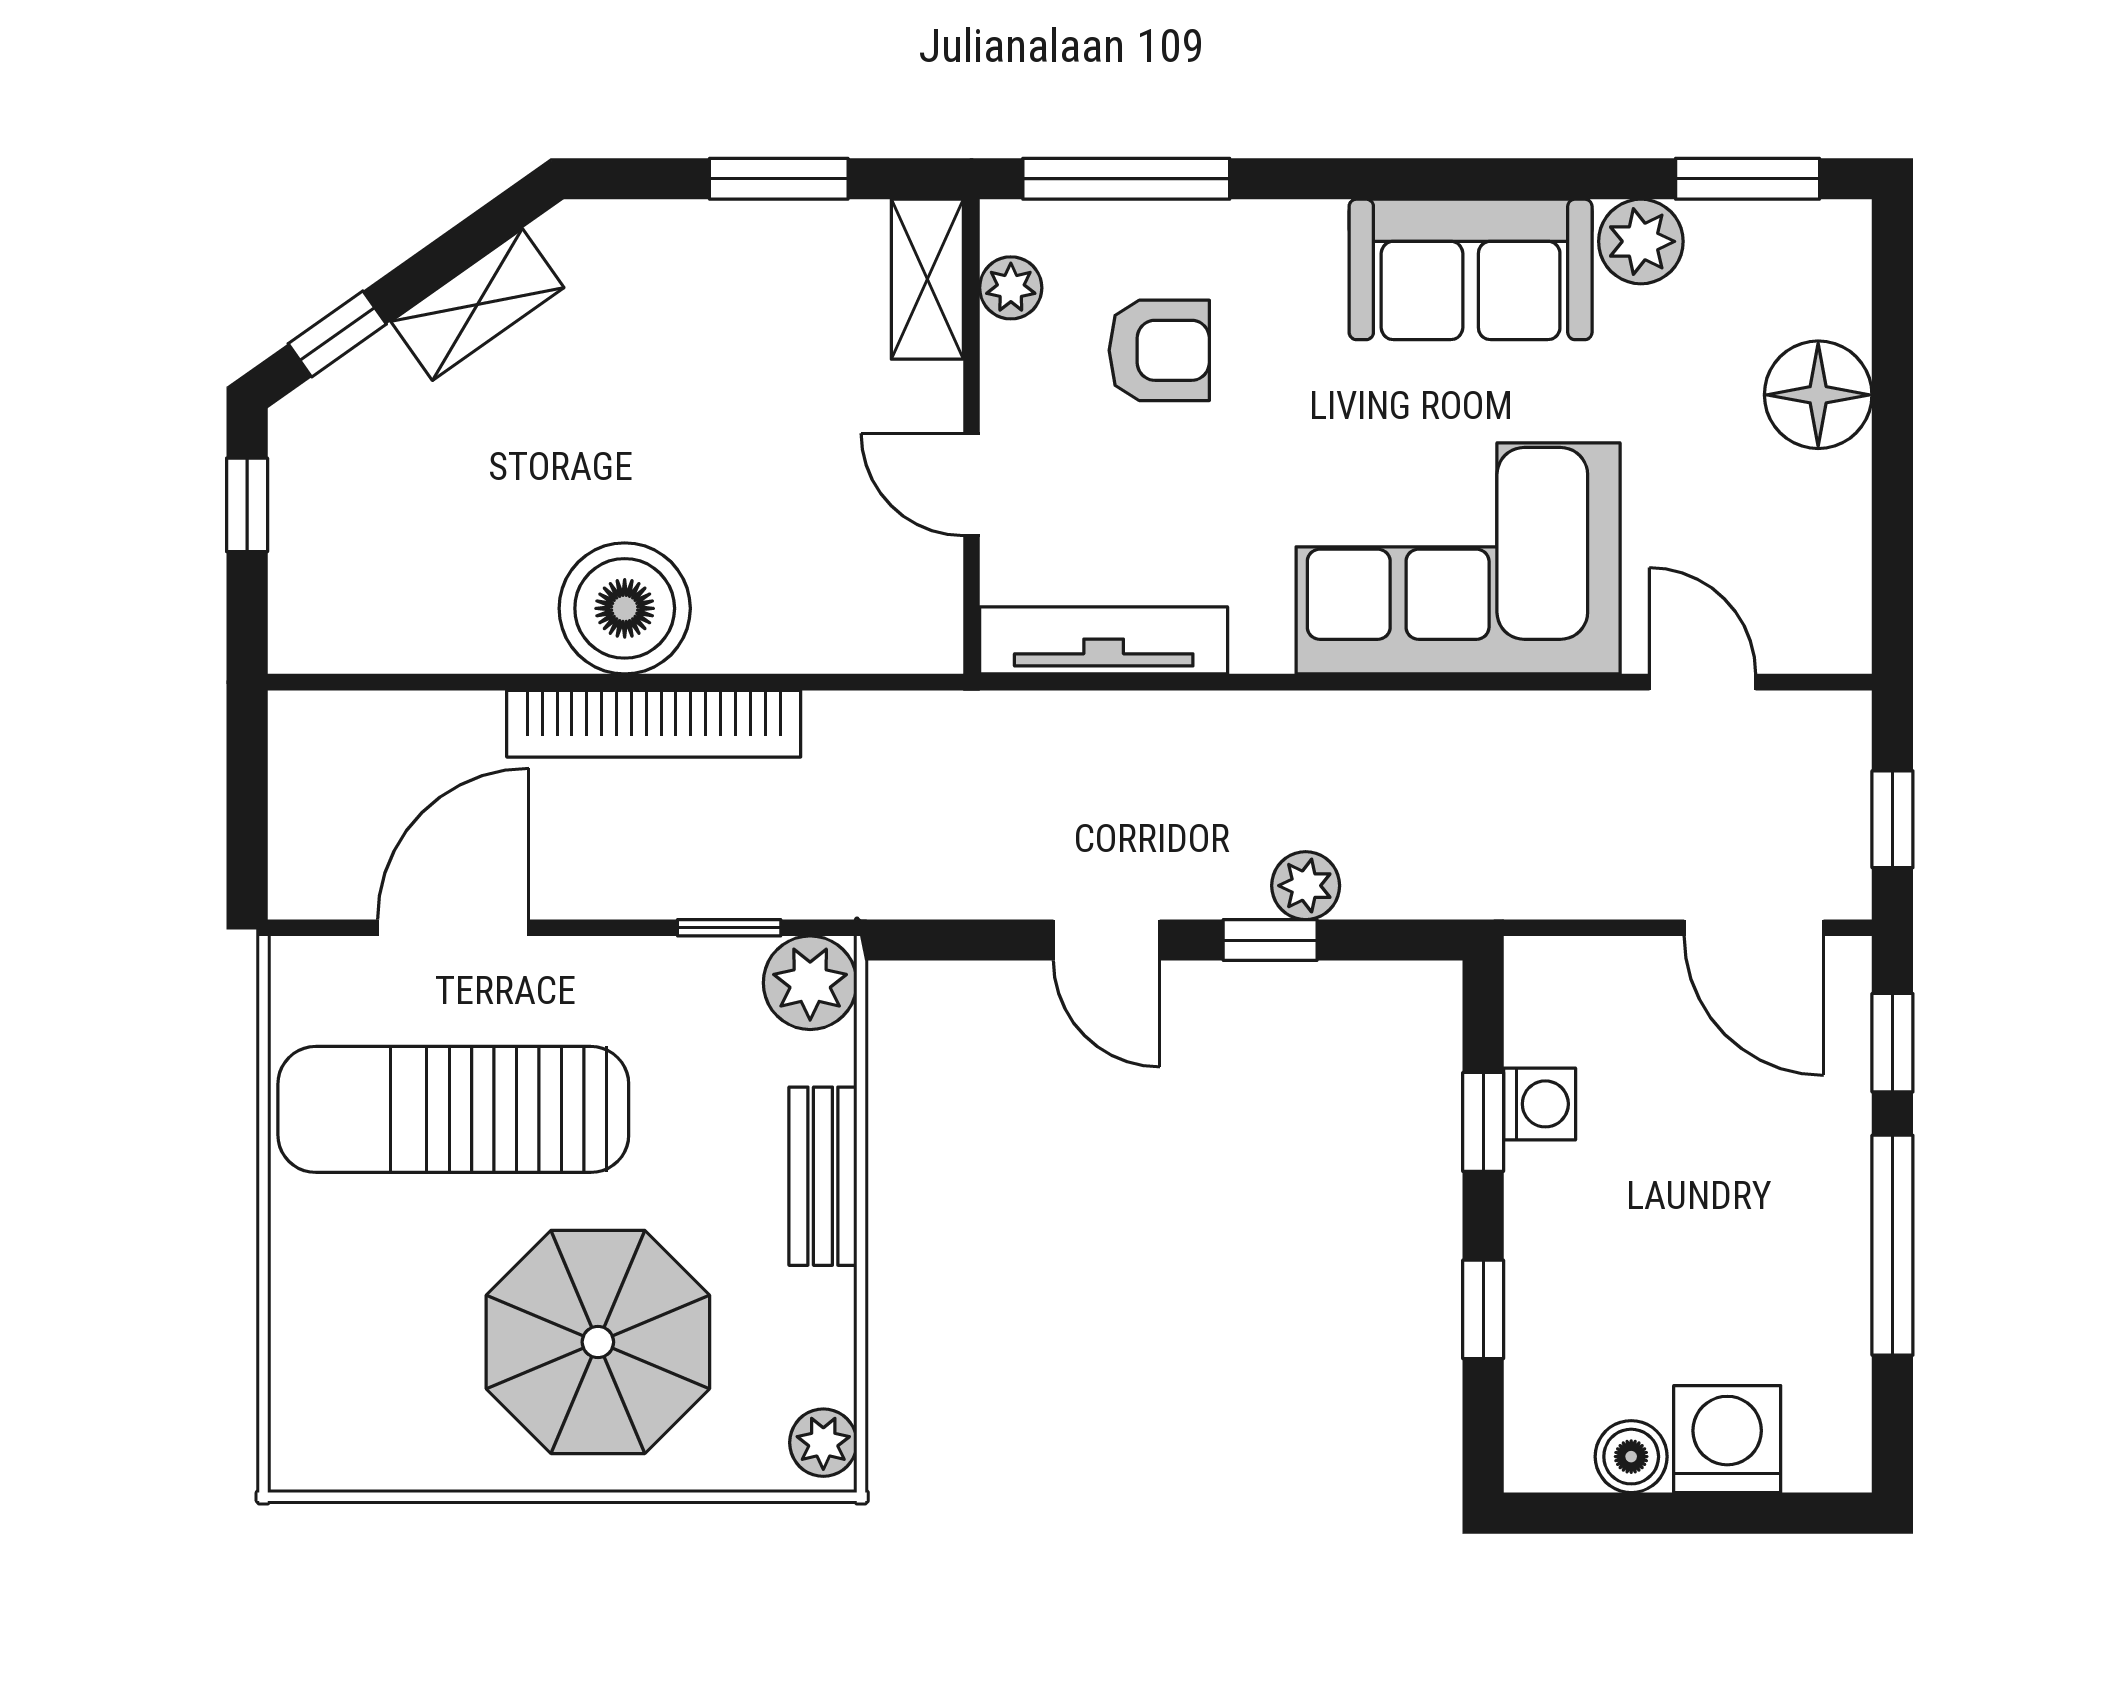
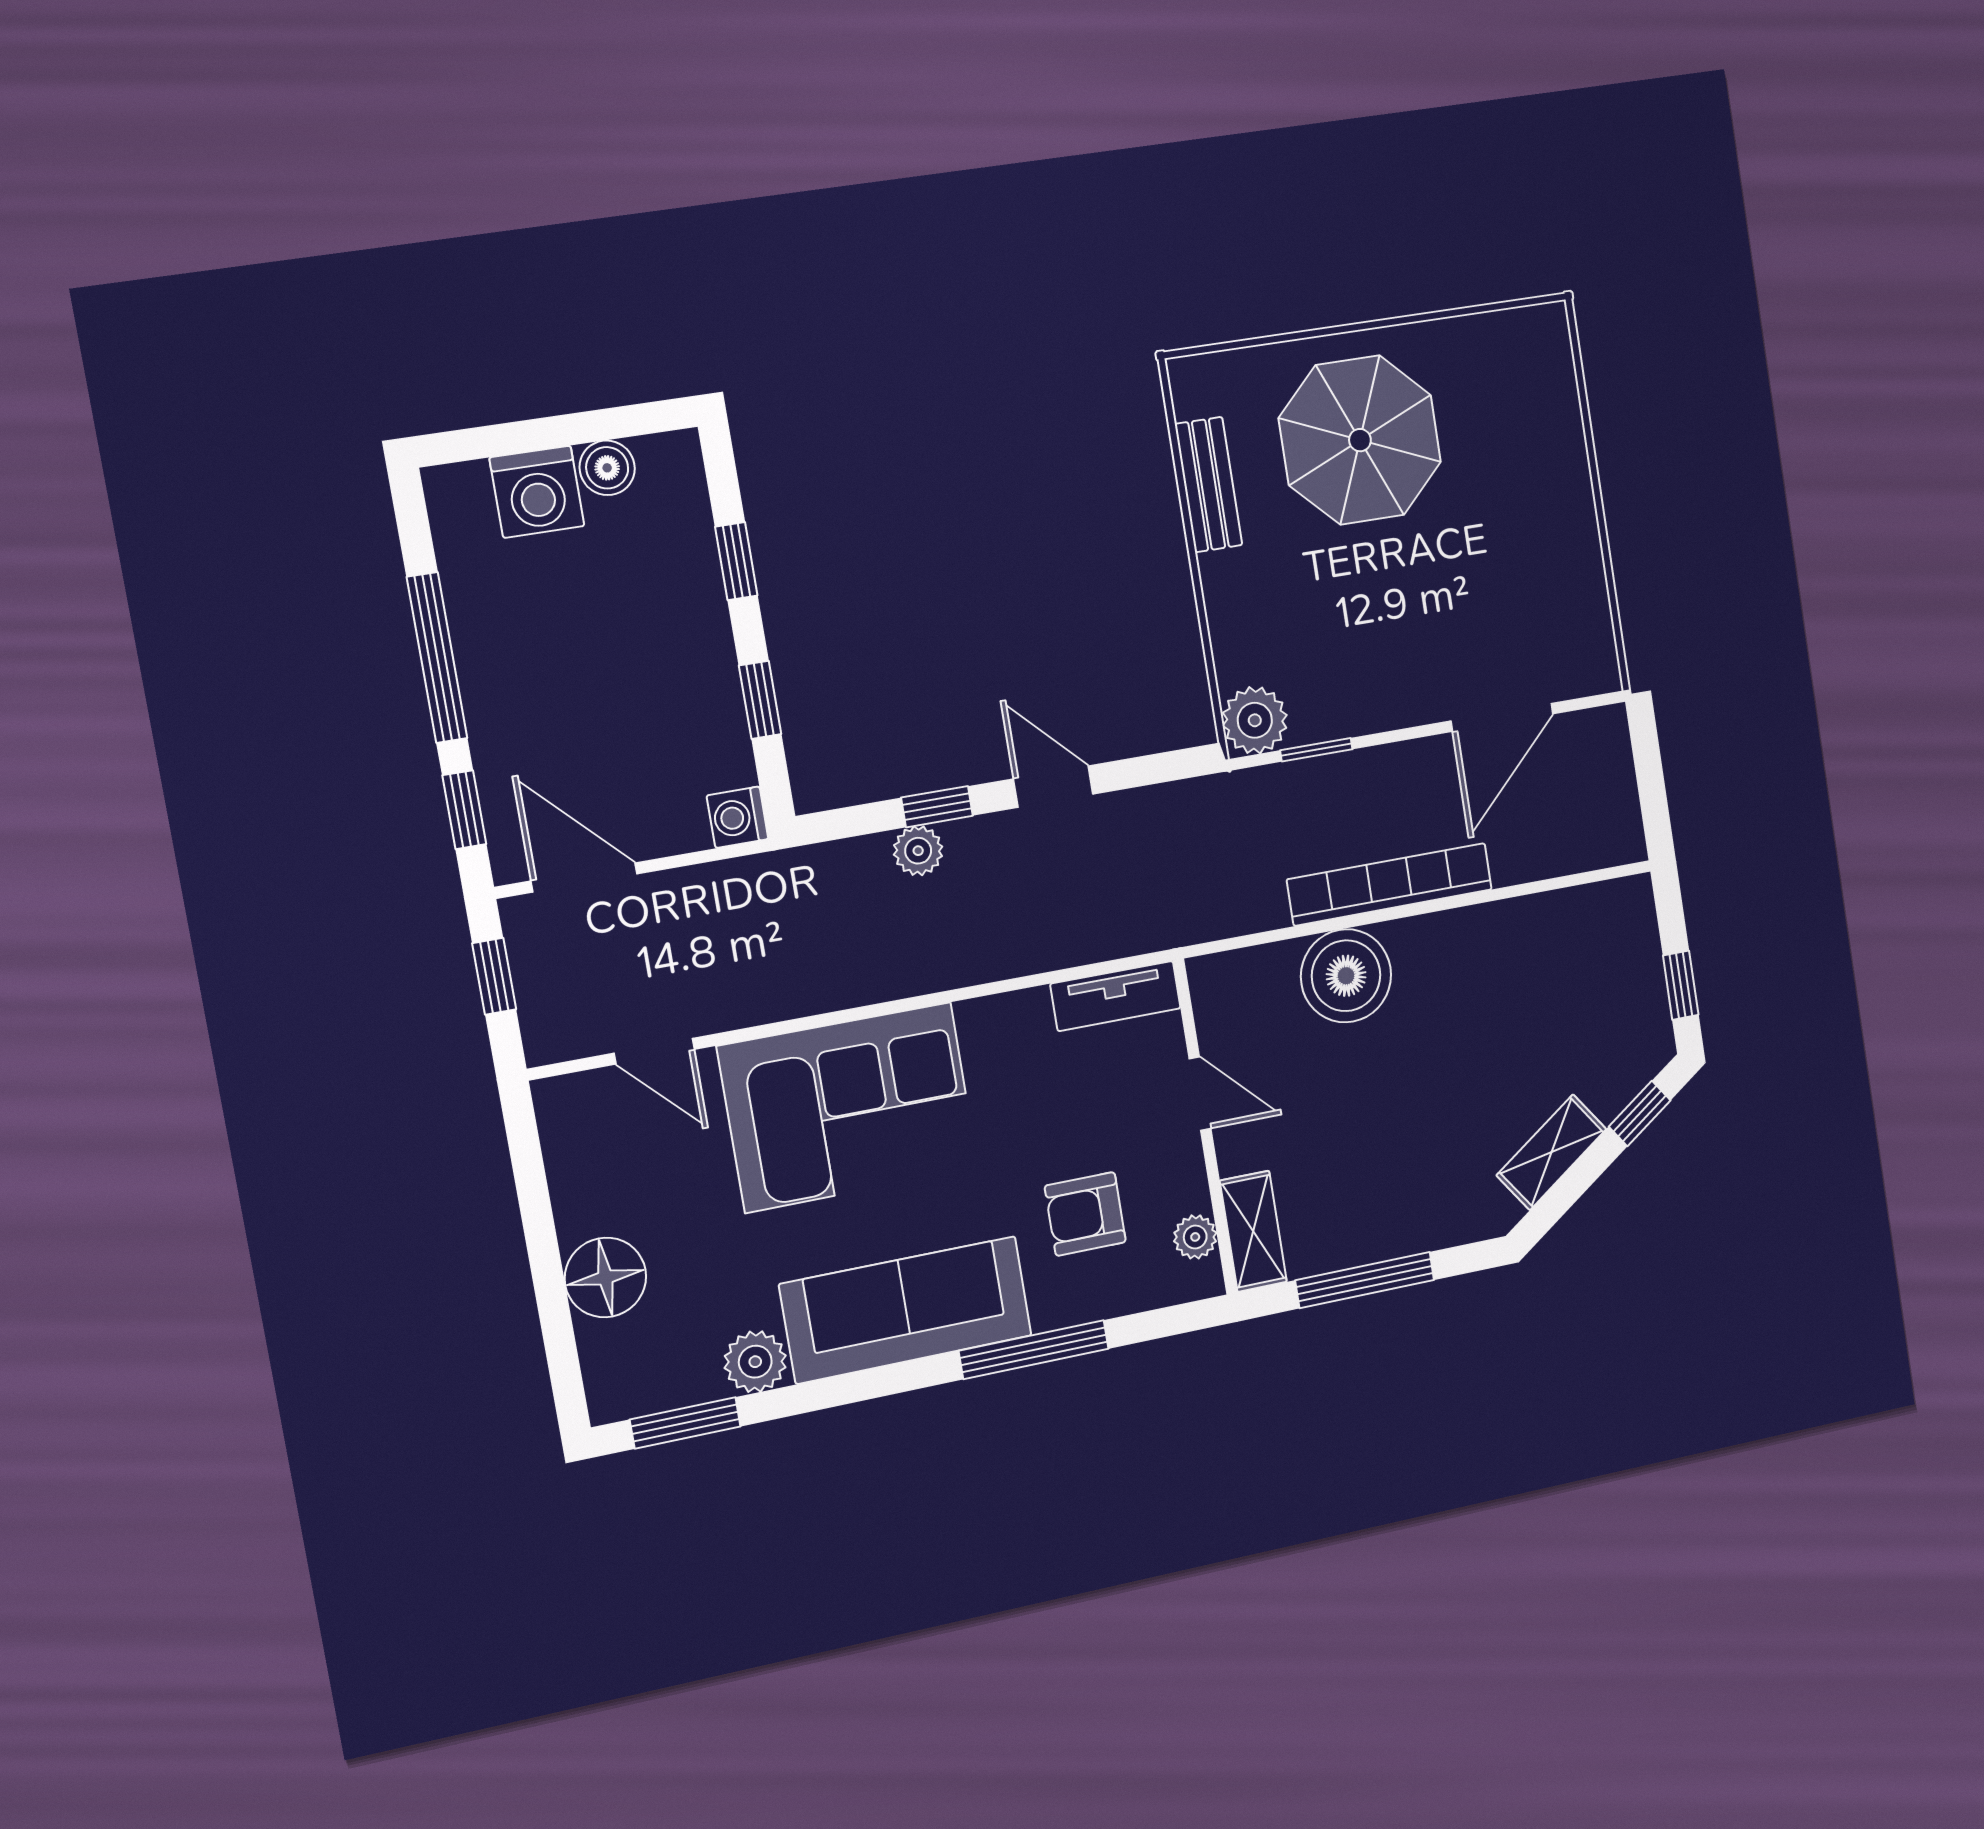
window: (779, 179) -> (1365, 1280), width x1.44
window: (1126, 179) -> (1034, 1350), moved
sofa: (1471, 269) -> (906, 1310), width x1.36
boiler: (625, 608) -> (1346, 976), moved
tv unit: (1104, 640) -> (1115, 996), width x0.71
washing machine: (1540, 1104) -> (738, 817), moved
sun lounger: (453, 1109) -> (1483, 590), removed
bench: (823, 1176) -> (1208, 485), moved
plant: (823, 1443) -> (1193, 391), removed

